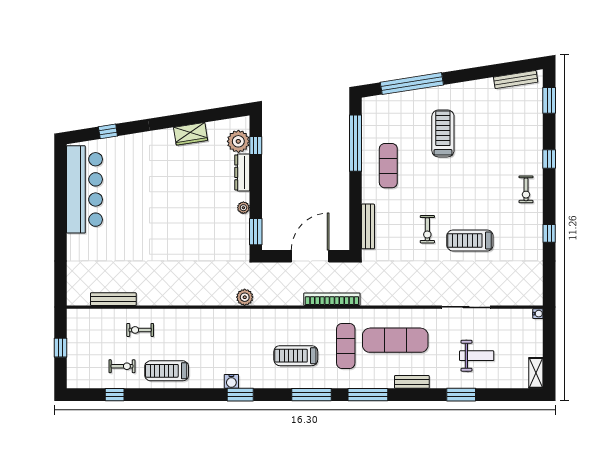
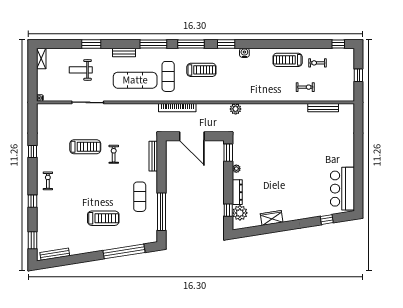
treadmill: (443, 133) -> (103, 218), turned -90
bar counter: (84, 189) -> (342, 189), width x0.73
door: (310, 256) -> (192, 136), hinge flipped
treadmill: (167, 371) -> (288, 60), turned 180
window: (115, 395) -> (338, 44), moved
window: (240, 395) -> (226, 44), moved

